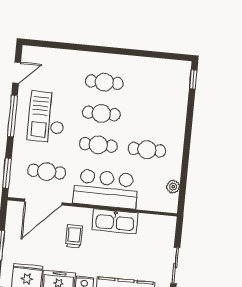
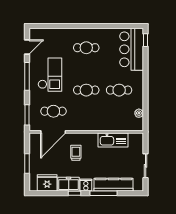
cafe table: (101, 114) -> (86, 69), removed
checkout: (47, 117) -> (50, 75), turned 180
bar counter: (106, 189) -> (132, 49), moved, turned -90
kitchen sink: (115, 221) -> (113, 140), moved

